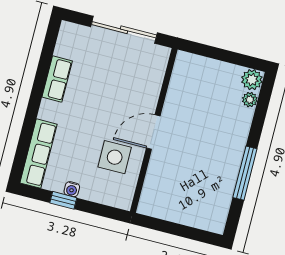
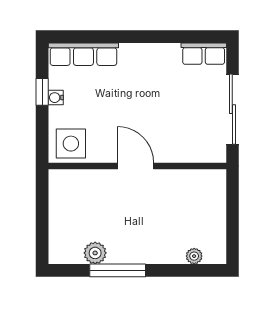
row of seats: (57, 79) -> (204, 54), moved
plant: (252, 80) -> (95, 253), moved
side table: (115, 157) -> (71, 144), moved

